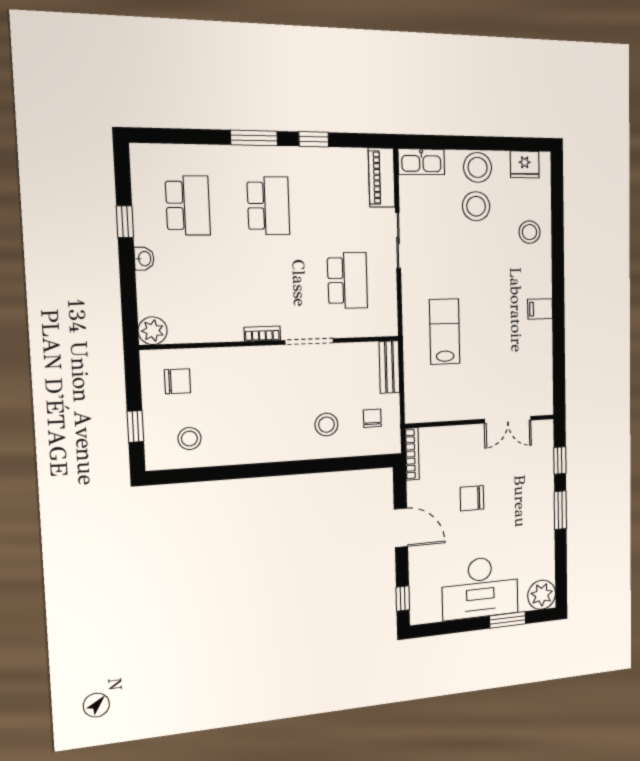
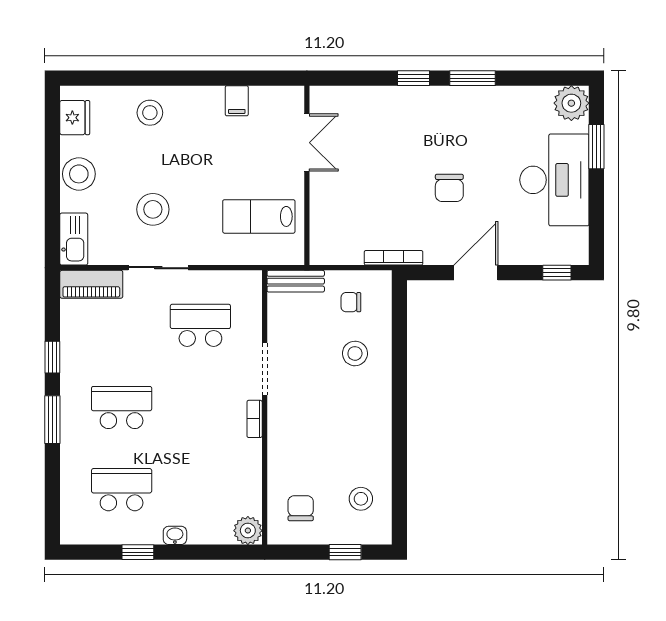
stool: (476, 206) -> (153, 209), moved
double door: (508, 420) -> (307, 143), moved
wall: (481, 421) -> (307, 175), moved

